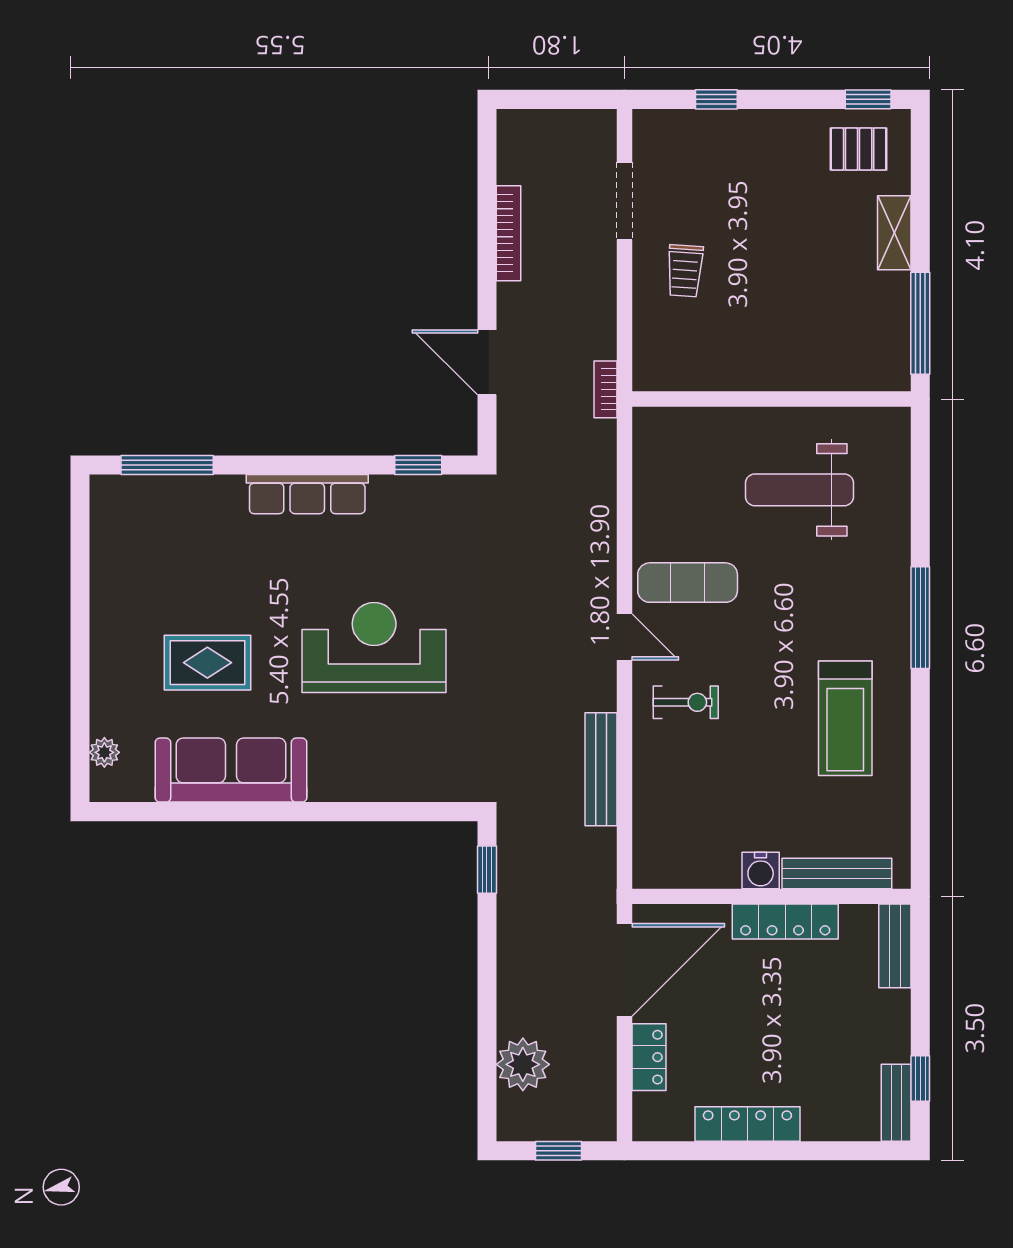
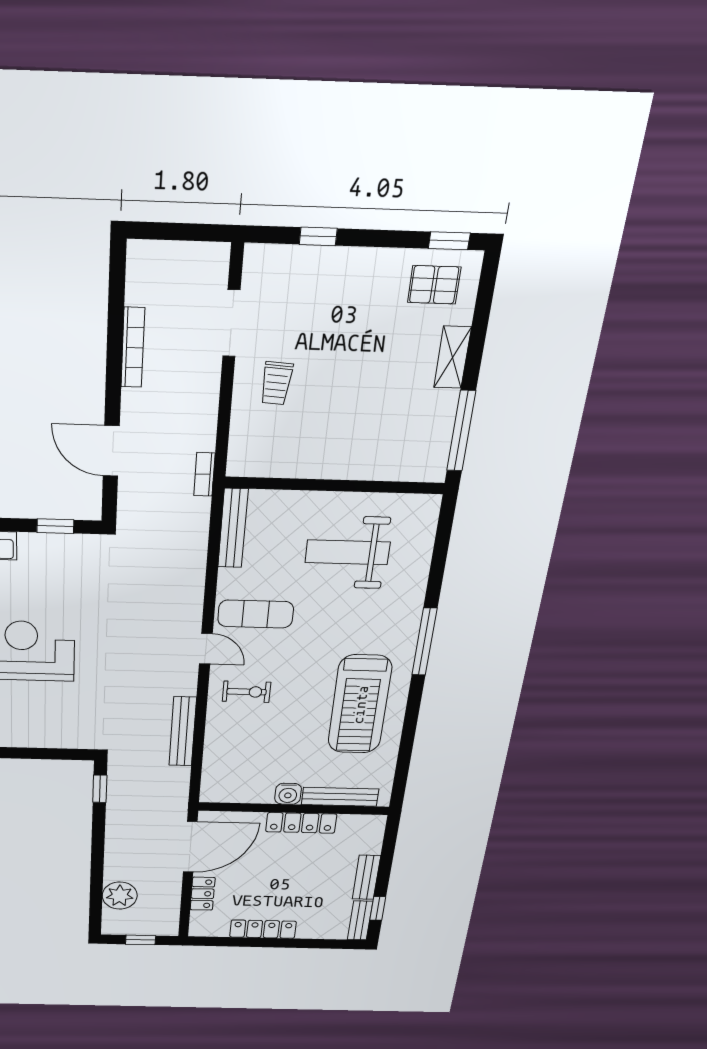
bench: (647, 461) -> (233, 528), added
treadmill: (845, 718) -> (360, 705), width x1.37, depth x1.38
bench: (895, 946) -> (366, 877), moved

